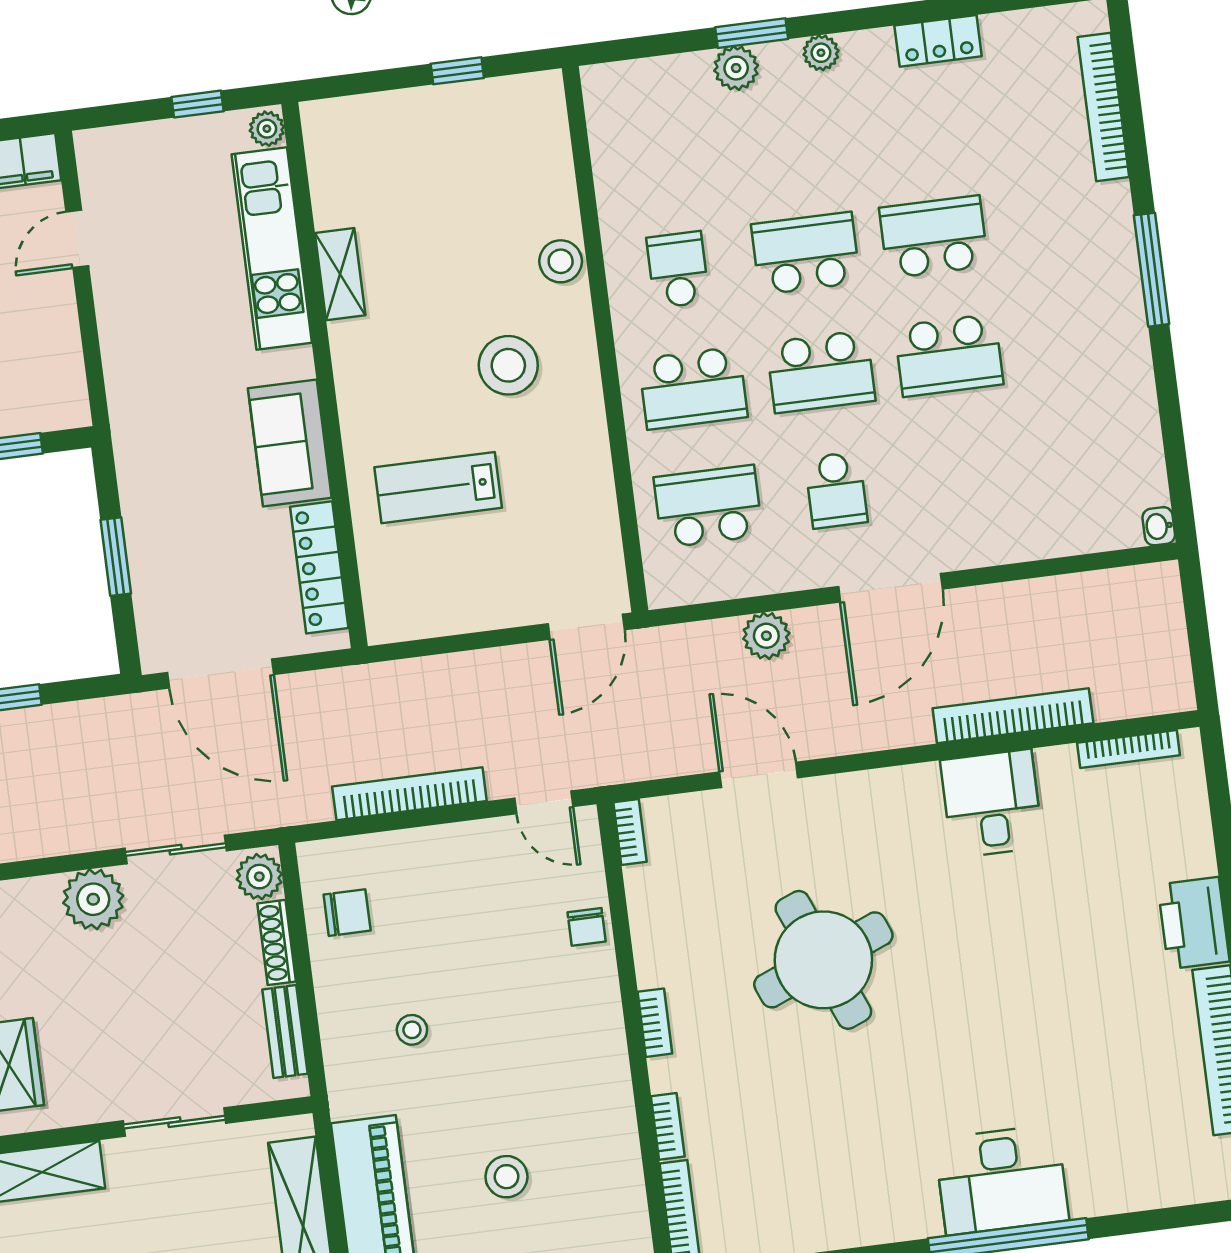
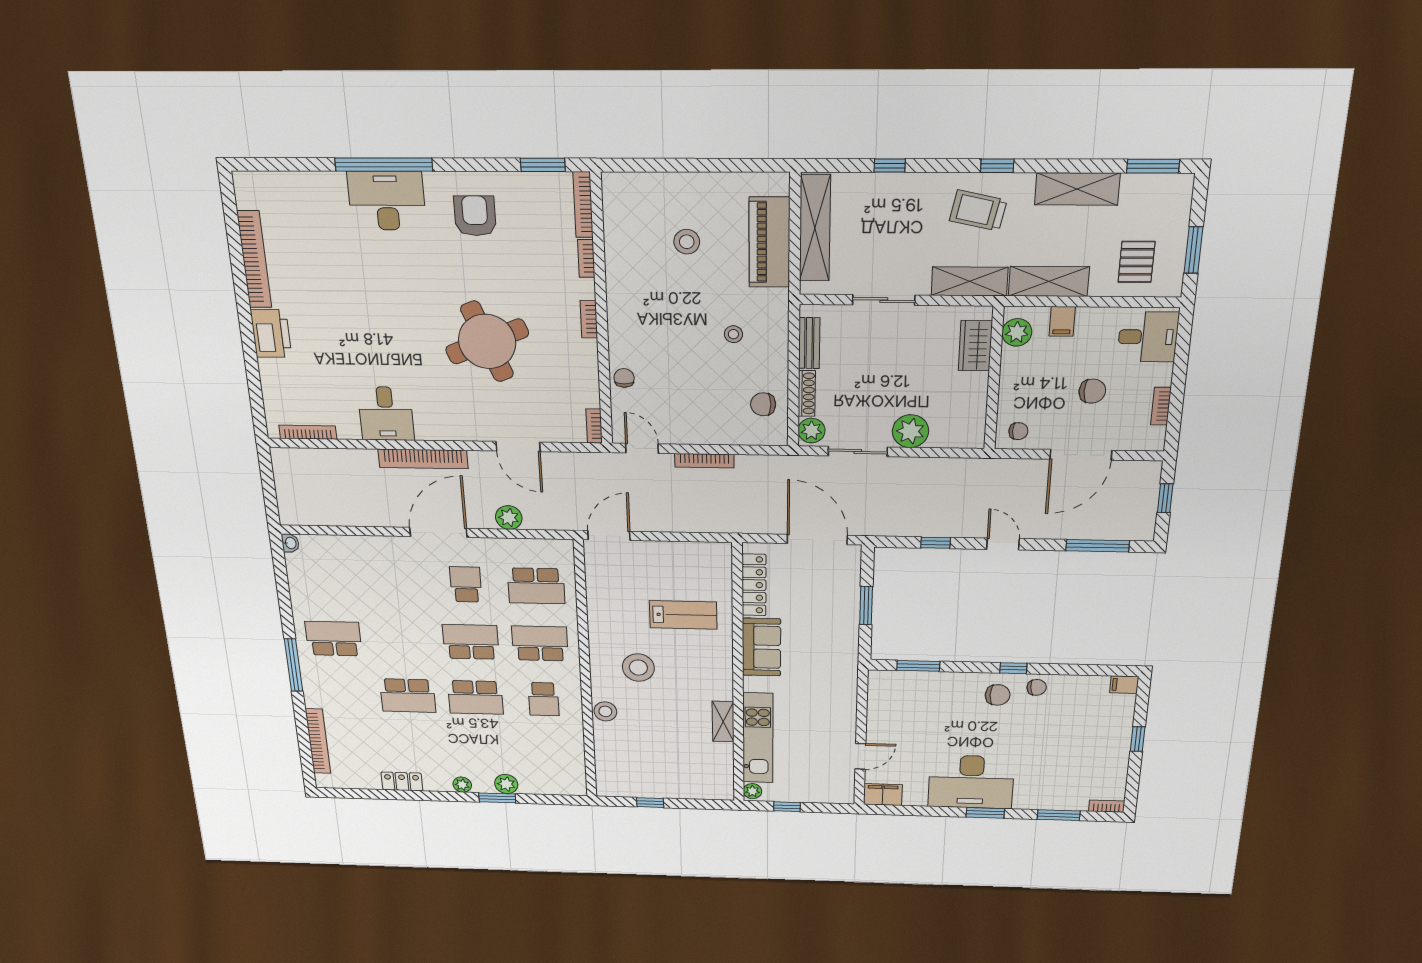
school desk: (949, 355) -> (334, 639), moved
bookcase: (1013, 716) -> (423, 459), moved
bookcase: (409, 794) -> (704, 461), width x0.68, depth x0.76
armchair: (855, 1174) -> (475, 216), added

